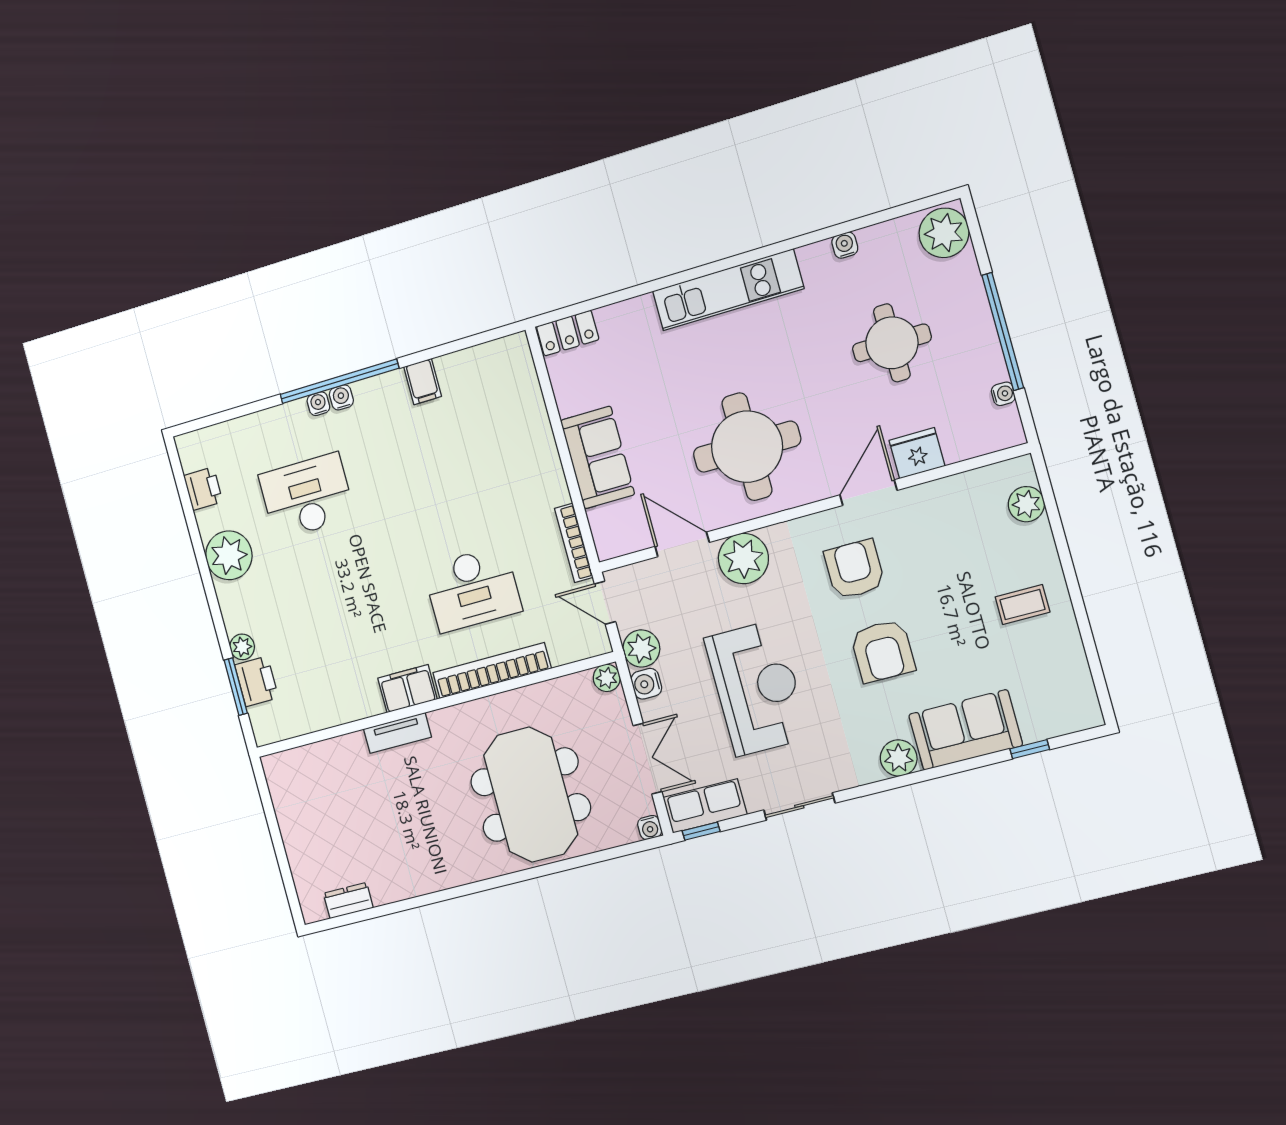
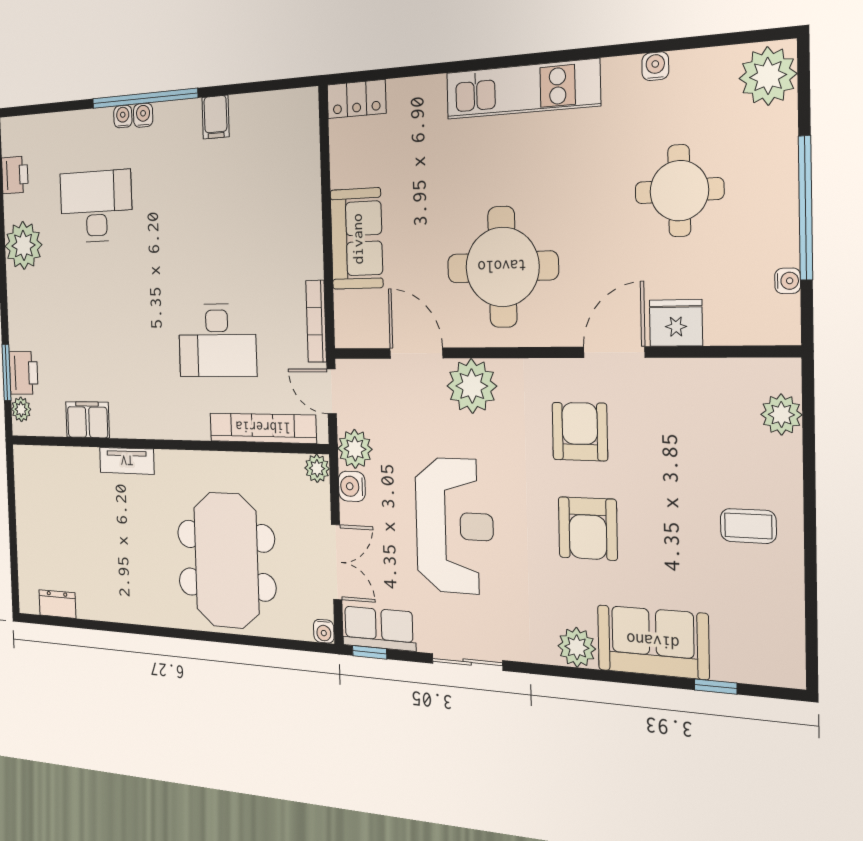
plant: (242, 647) -> (21, 409), moved
bookcase: (492, 671) -> (263, 428), moved
filing cabinet: (407, 689) -> (87, 420), moved

